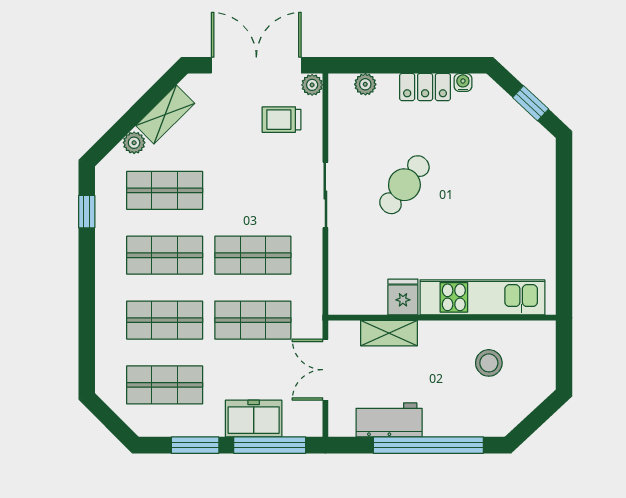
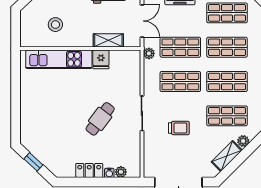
water cooler: (463, 82) -> (109, 173), moved
plant: (312, 85) -> (149, 53), moved
trolley: (282, 120) -> (179, 128), moved

